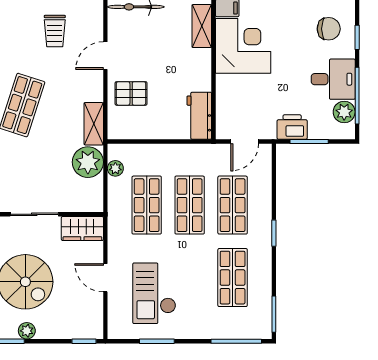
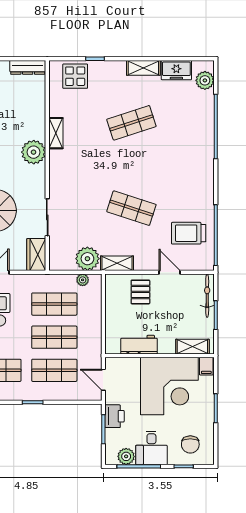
trolley: (55, 31) -> (189, 233), width x1.36, depth x1.39
corner desk: (243, 46) -> (169, 386), width x1.36, depth x1.36
workbench: (199, 116) -> (139, 345), moved

